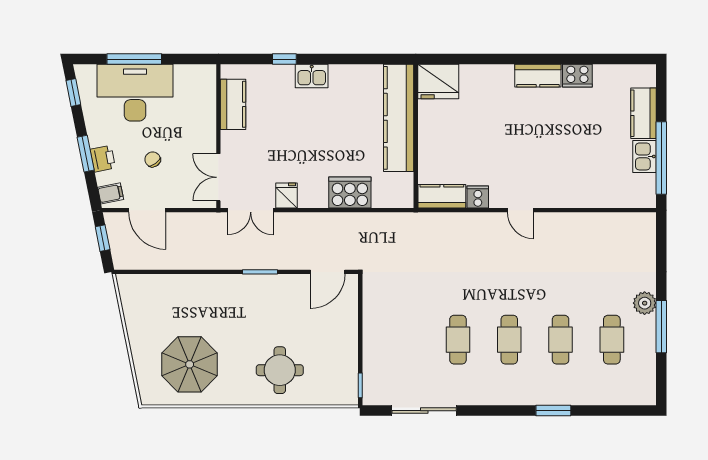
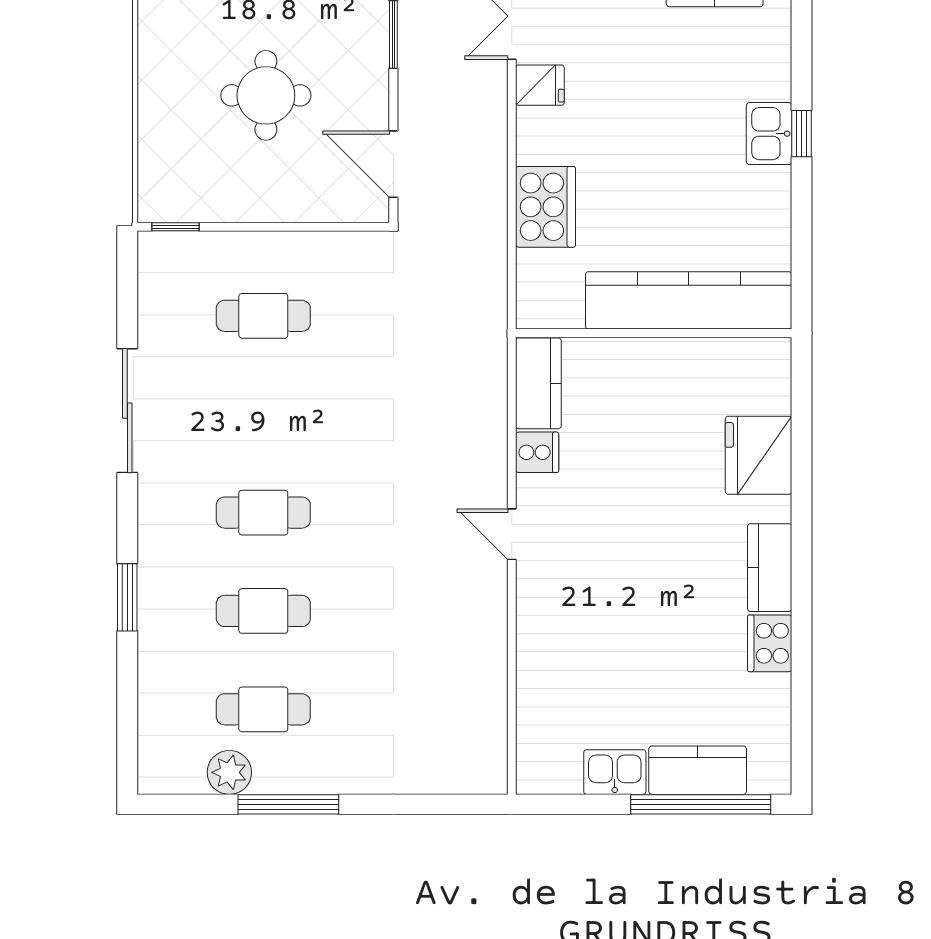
window: (284, 59) -> (802, 134), moved
fridge: (438, 82) -> (758, 455), moved
window: (661, 158) -> (701, 804), moved
door: (521, 210) -> (512, 534), hinge flipped
plant: (645, 303) -> (229, 772), moved
cafe table: (458, 340) -> (263, 316), moved
round table: (280, 370) -> (266, 95), moved
sliding door: (424, 411) -> (127, 411), moved

